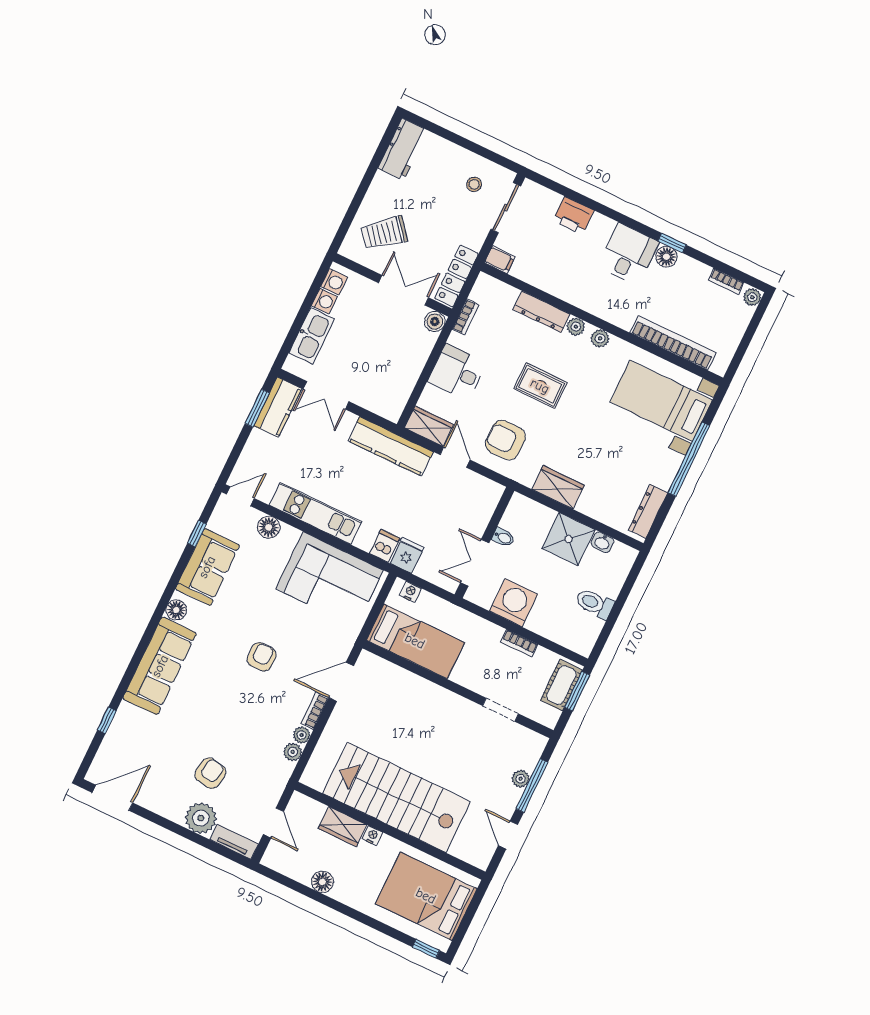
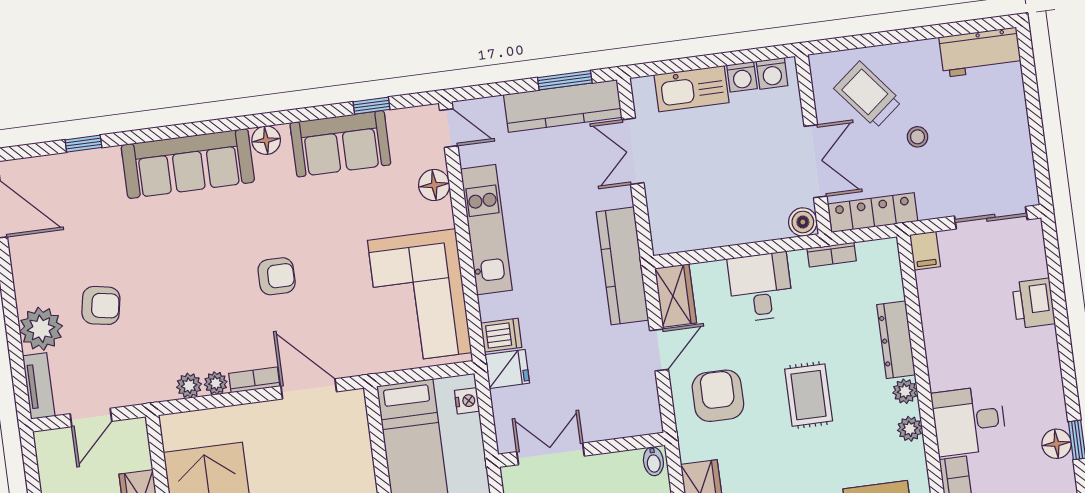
stool: (474, 184) -> (918, 137), moved
desk: (628, 254) -> (969, 421), moved, turned 180
kitchen counter: (278, 407) -> (563, 106), width x1.50
bidet: (503, 537) -> (653, 461), moved

